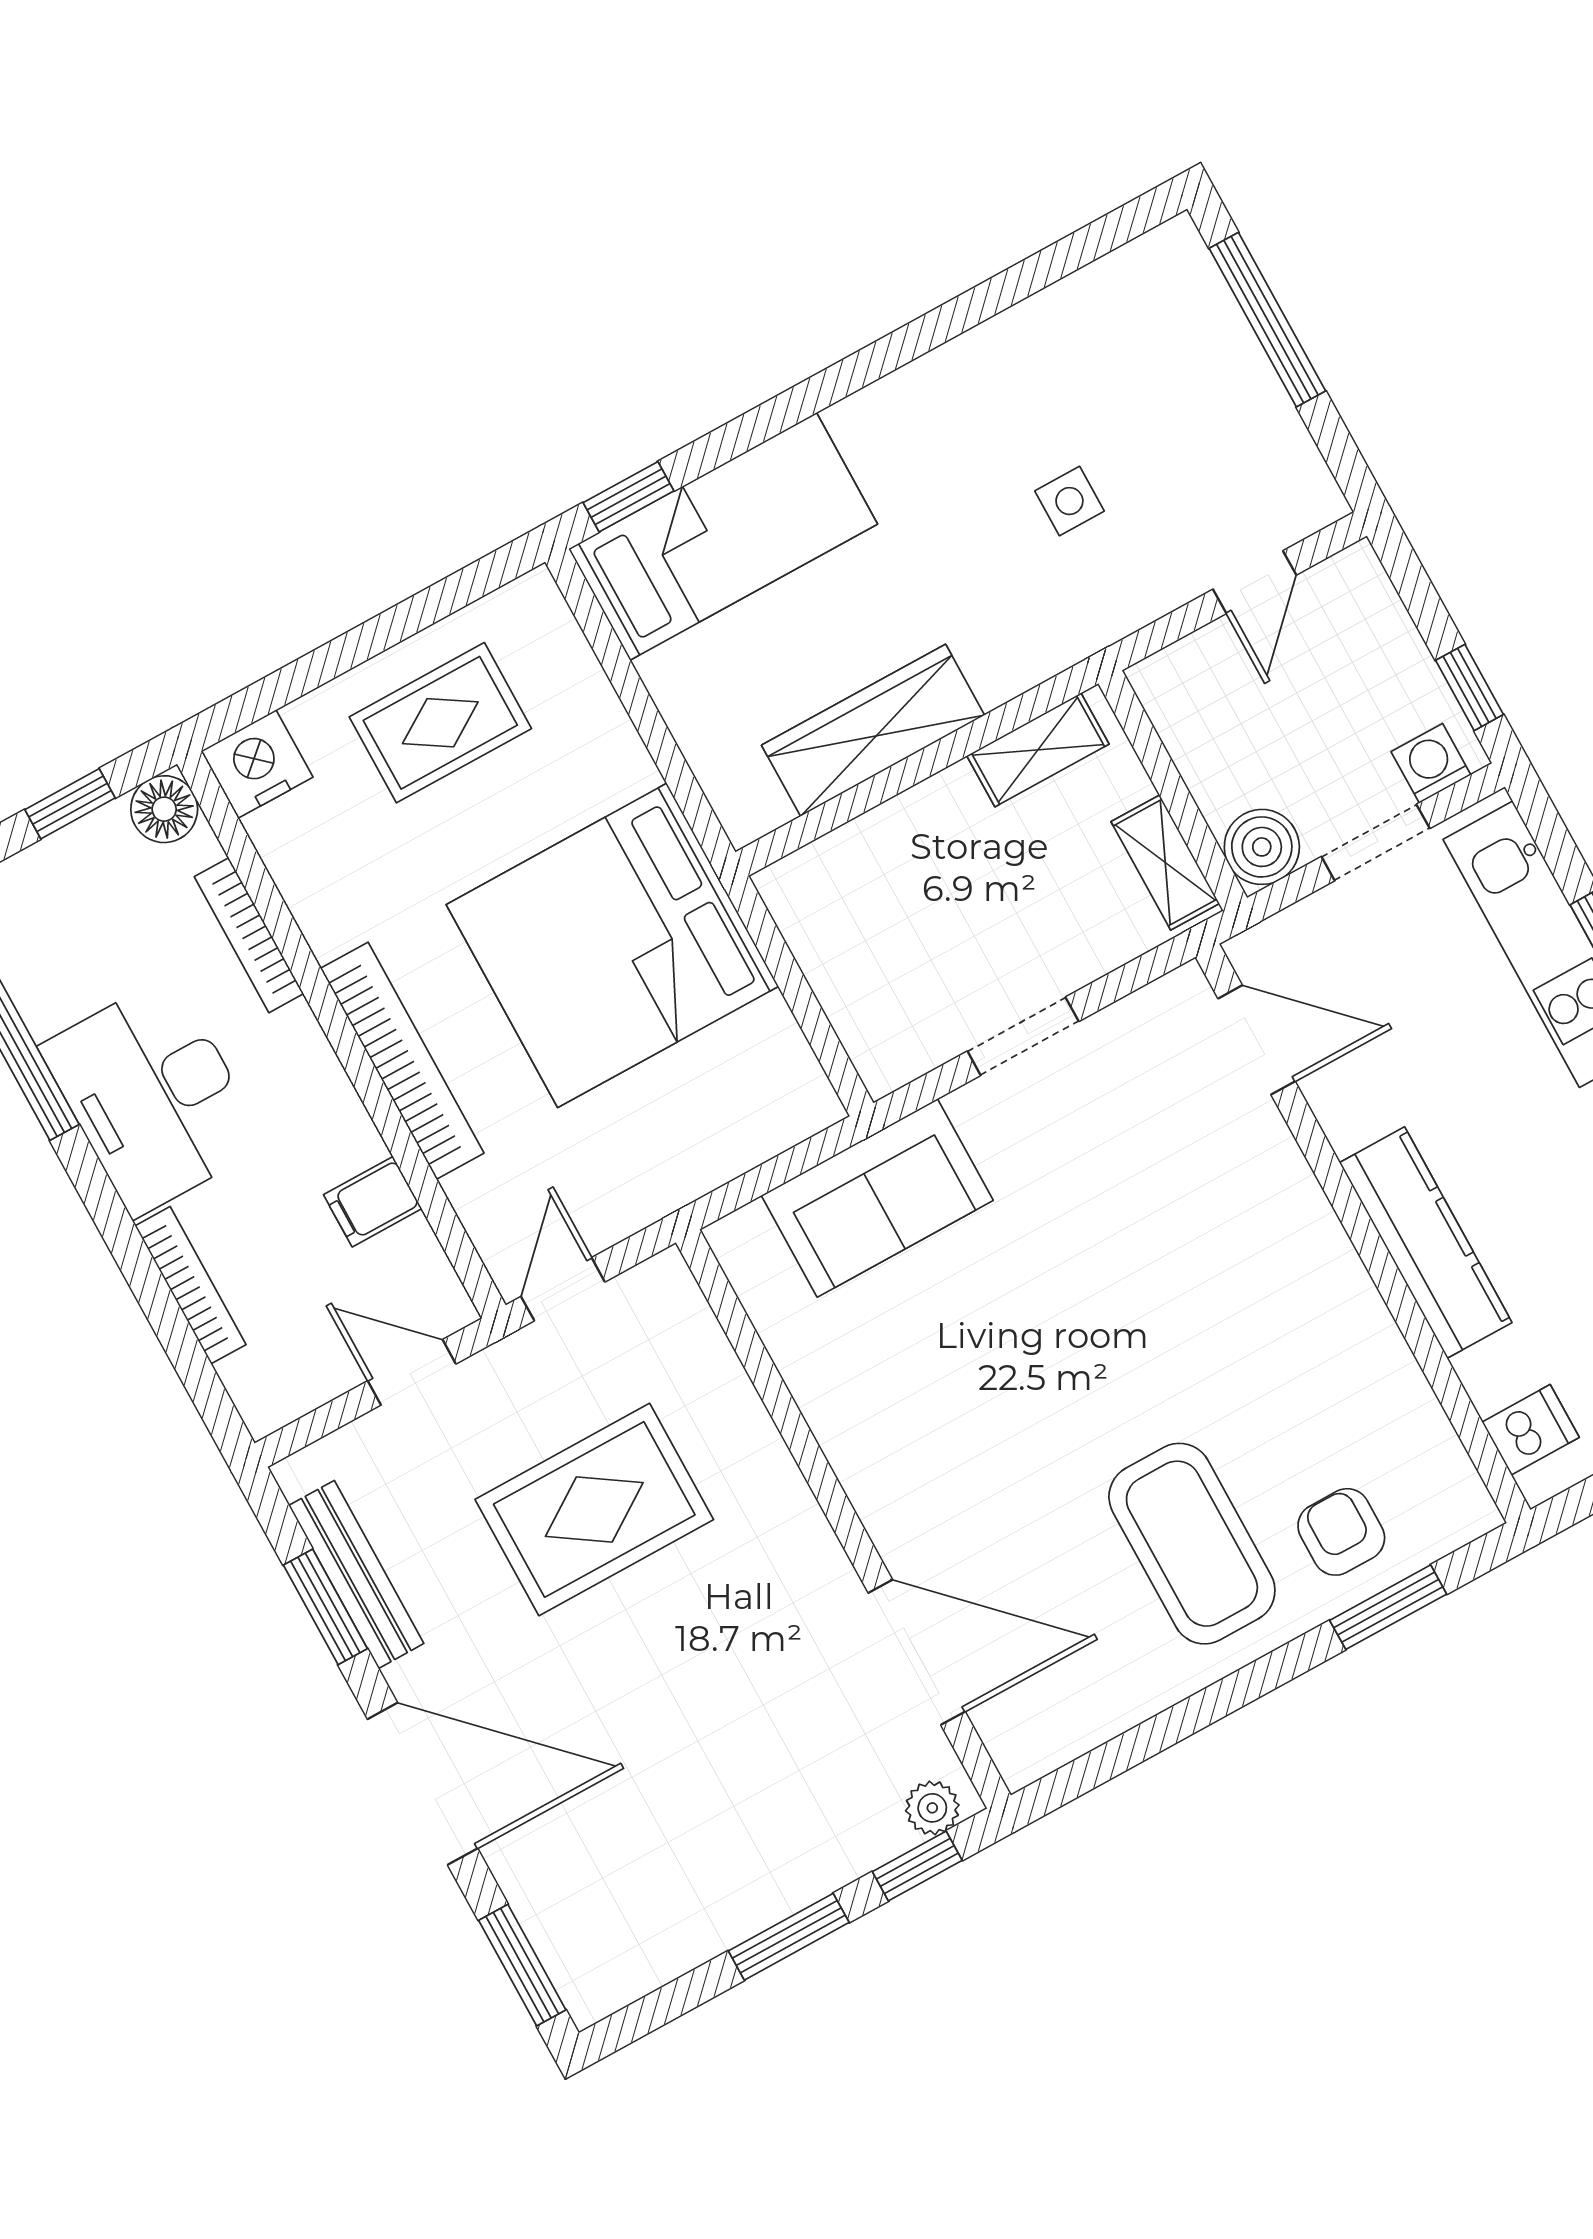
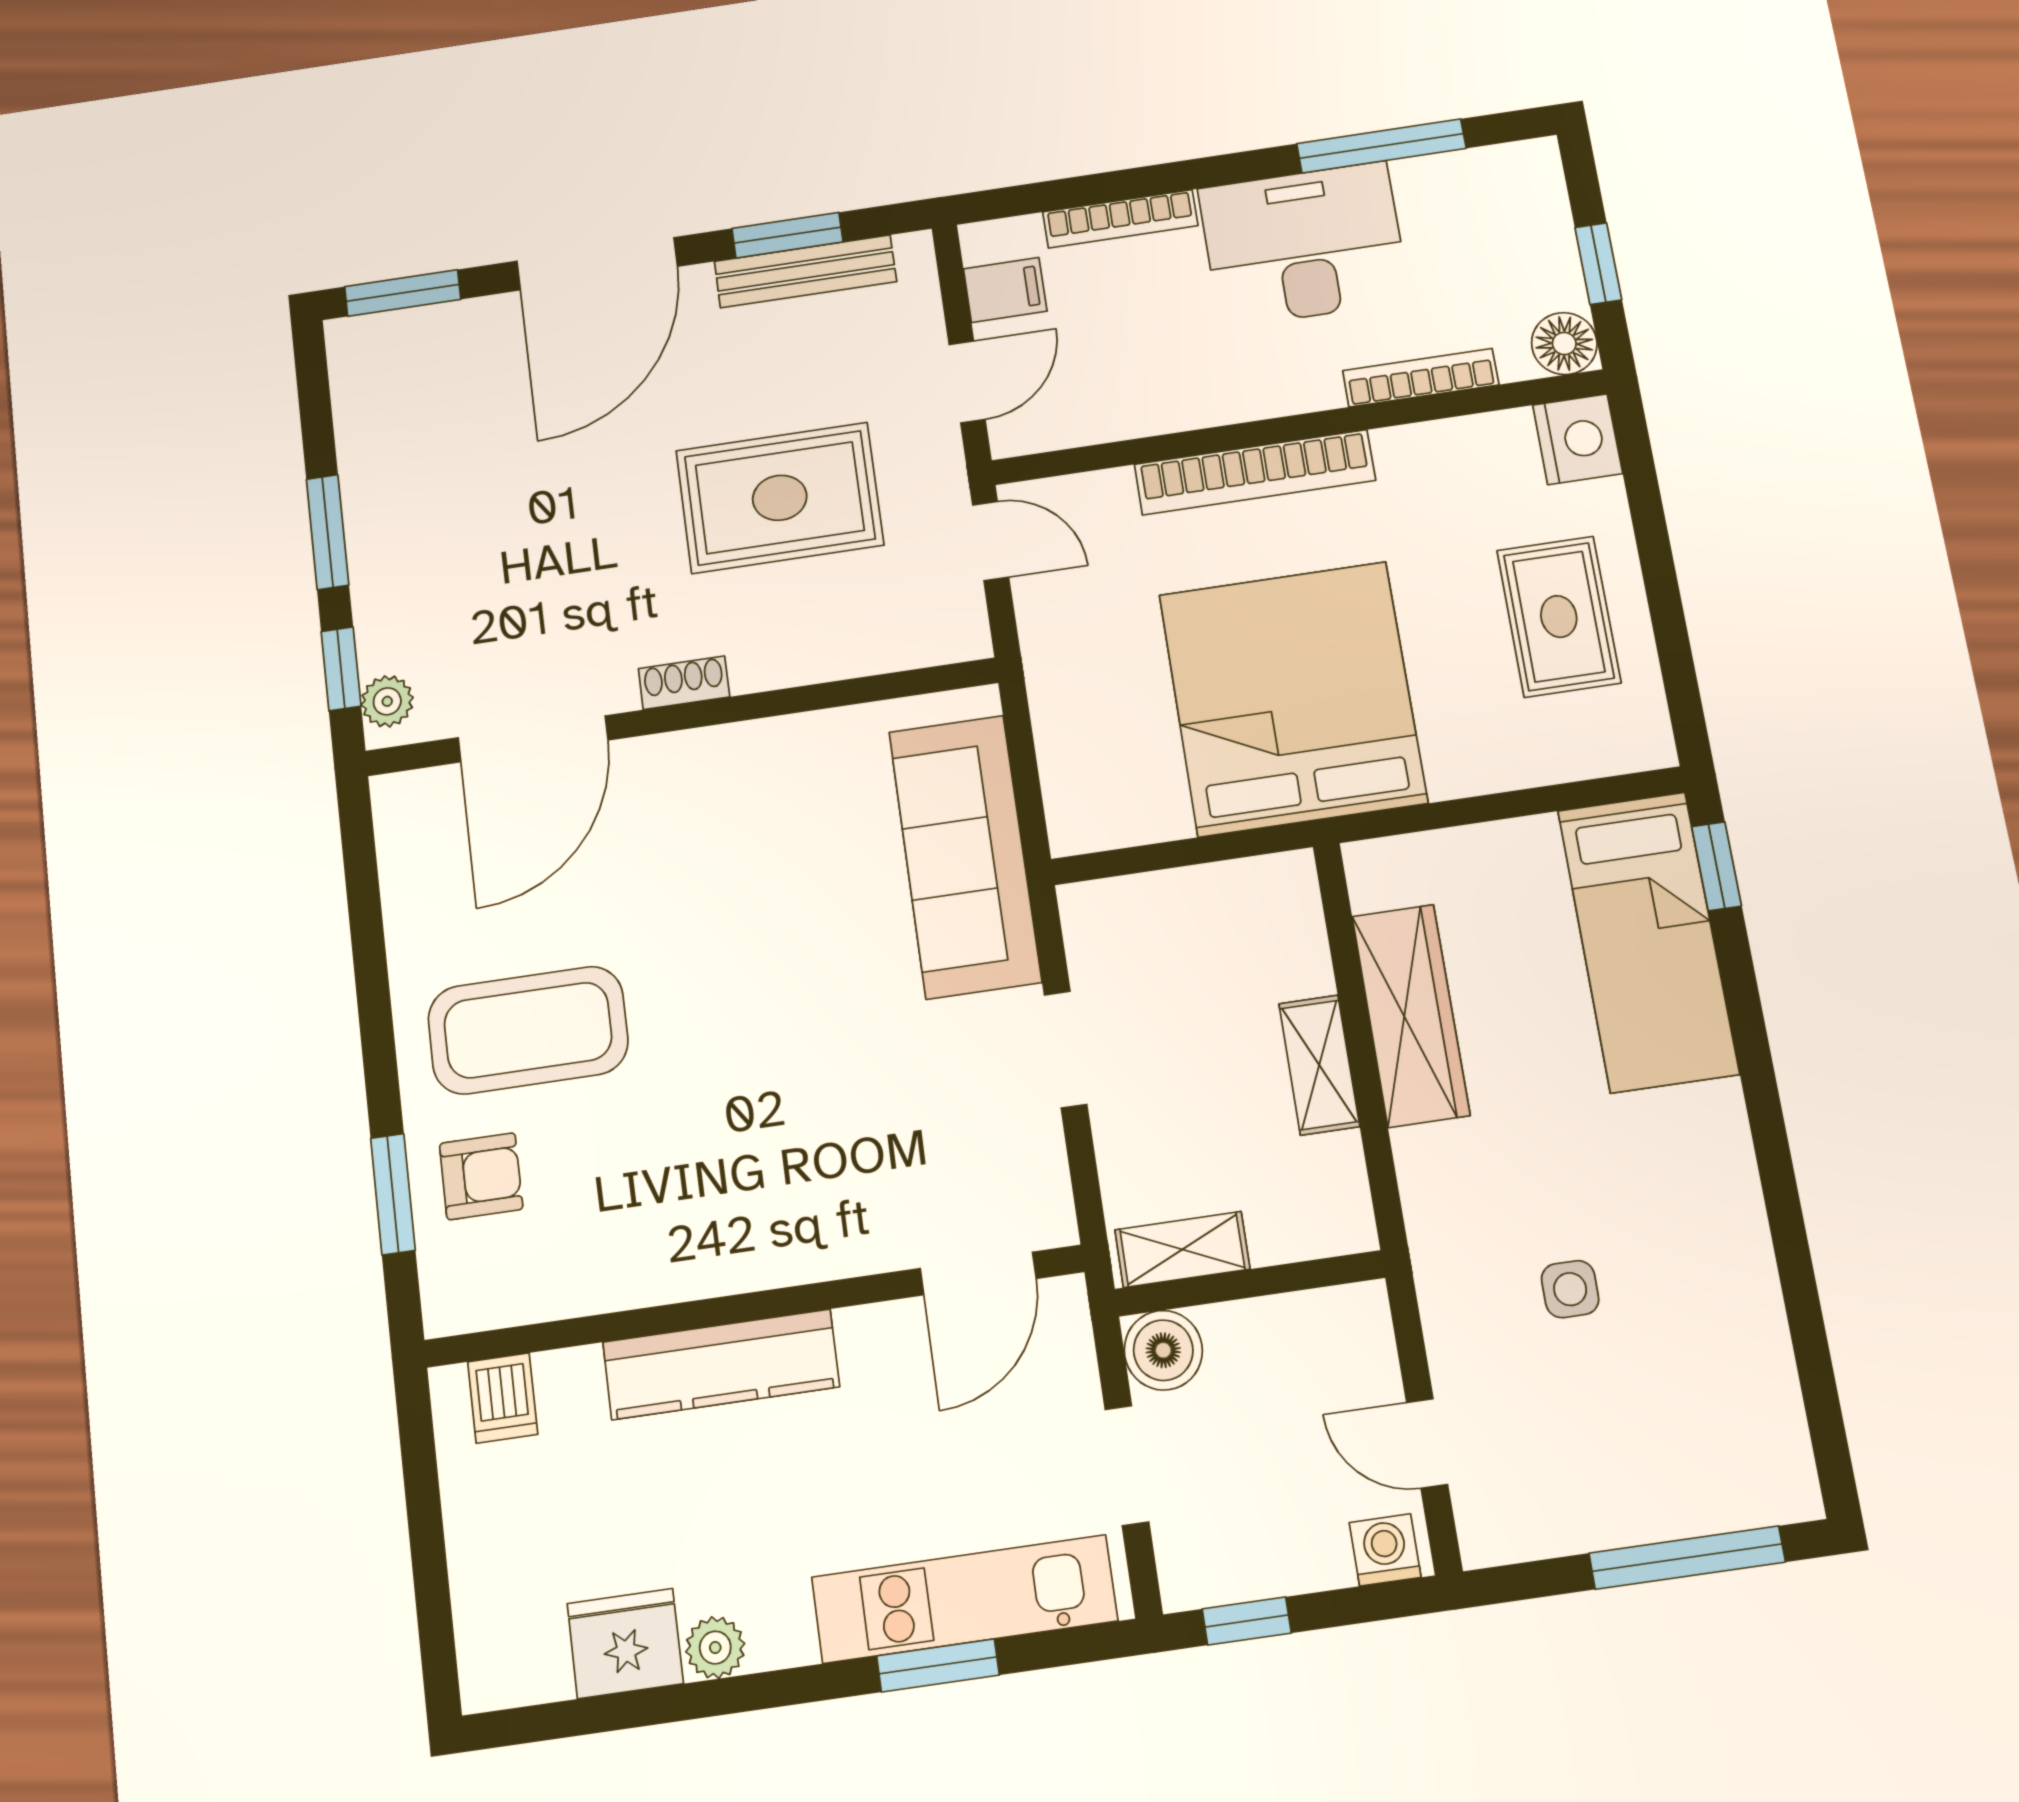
shelving: (1038, 750) -> (1319, 1065), moved
washing machine: (1431, 763) -> (1385, 1550), moved, turned -90
sofa: (877, 1198) -> (965, 856), width x1.36
filing cabinet: (373, 1202) -> (1005, 290), moved, turned 90
rug: (594, 1509) -> (780, 498), turned 90
shoe rack: (809, 1530) -> (684, 683), added

